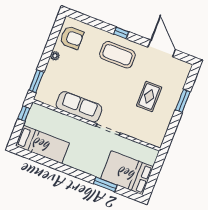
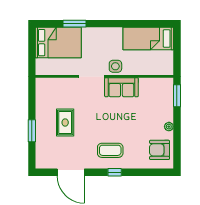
coffee table: (117, 55) -> (110, 150), width x0.73, depth x0.76
sofa: (79, 107) -> (121, 87), width x0.73
window: (24, 114) -> (177, 61), removed
side table: (83, 130) -> (115, 66), added

